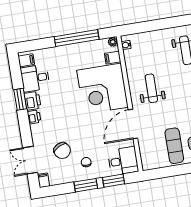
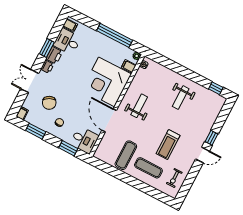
door: (133, 124) -> (109, 120), hinge flipped
double door: (30, 160) -> (30, 81), moved
window: (86, 185) -> (36, 131), moved

